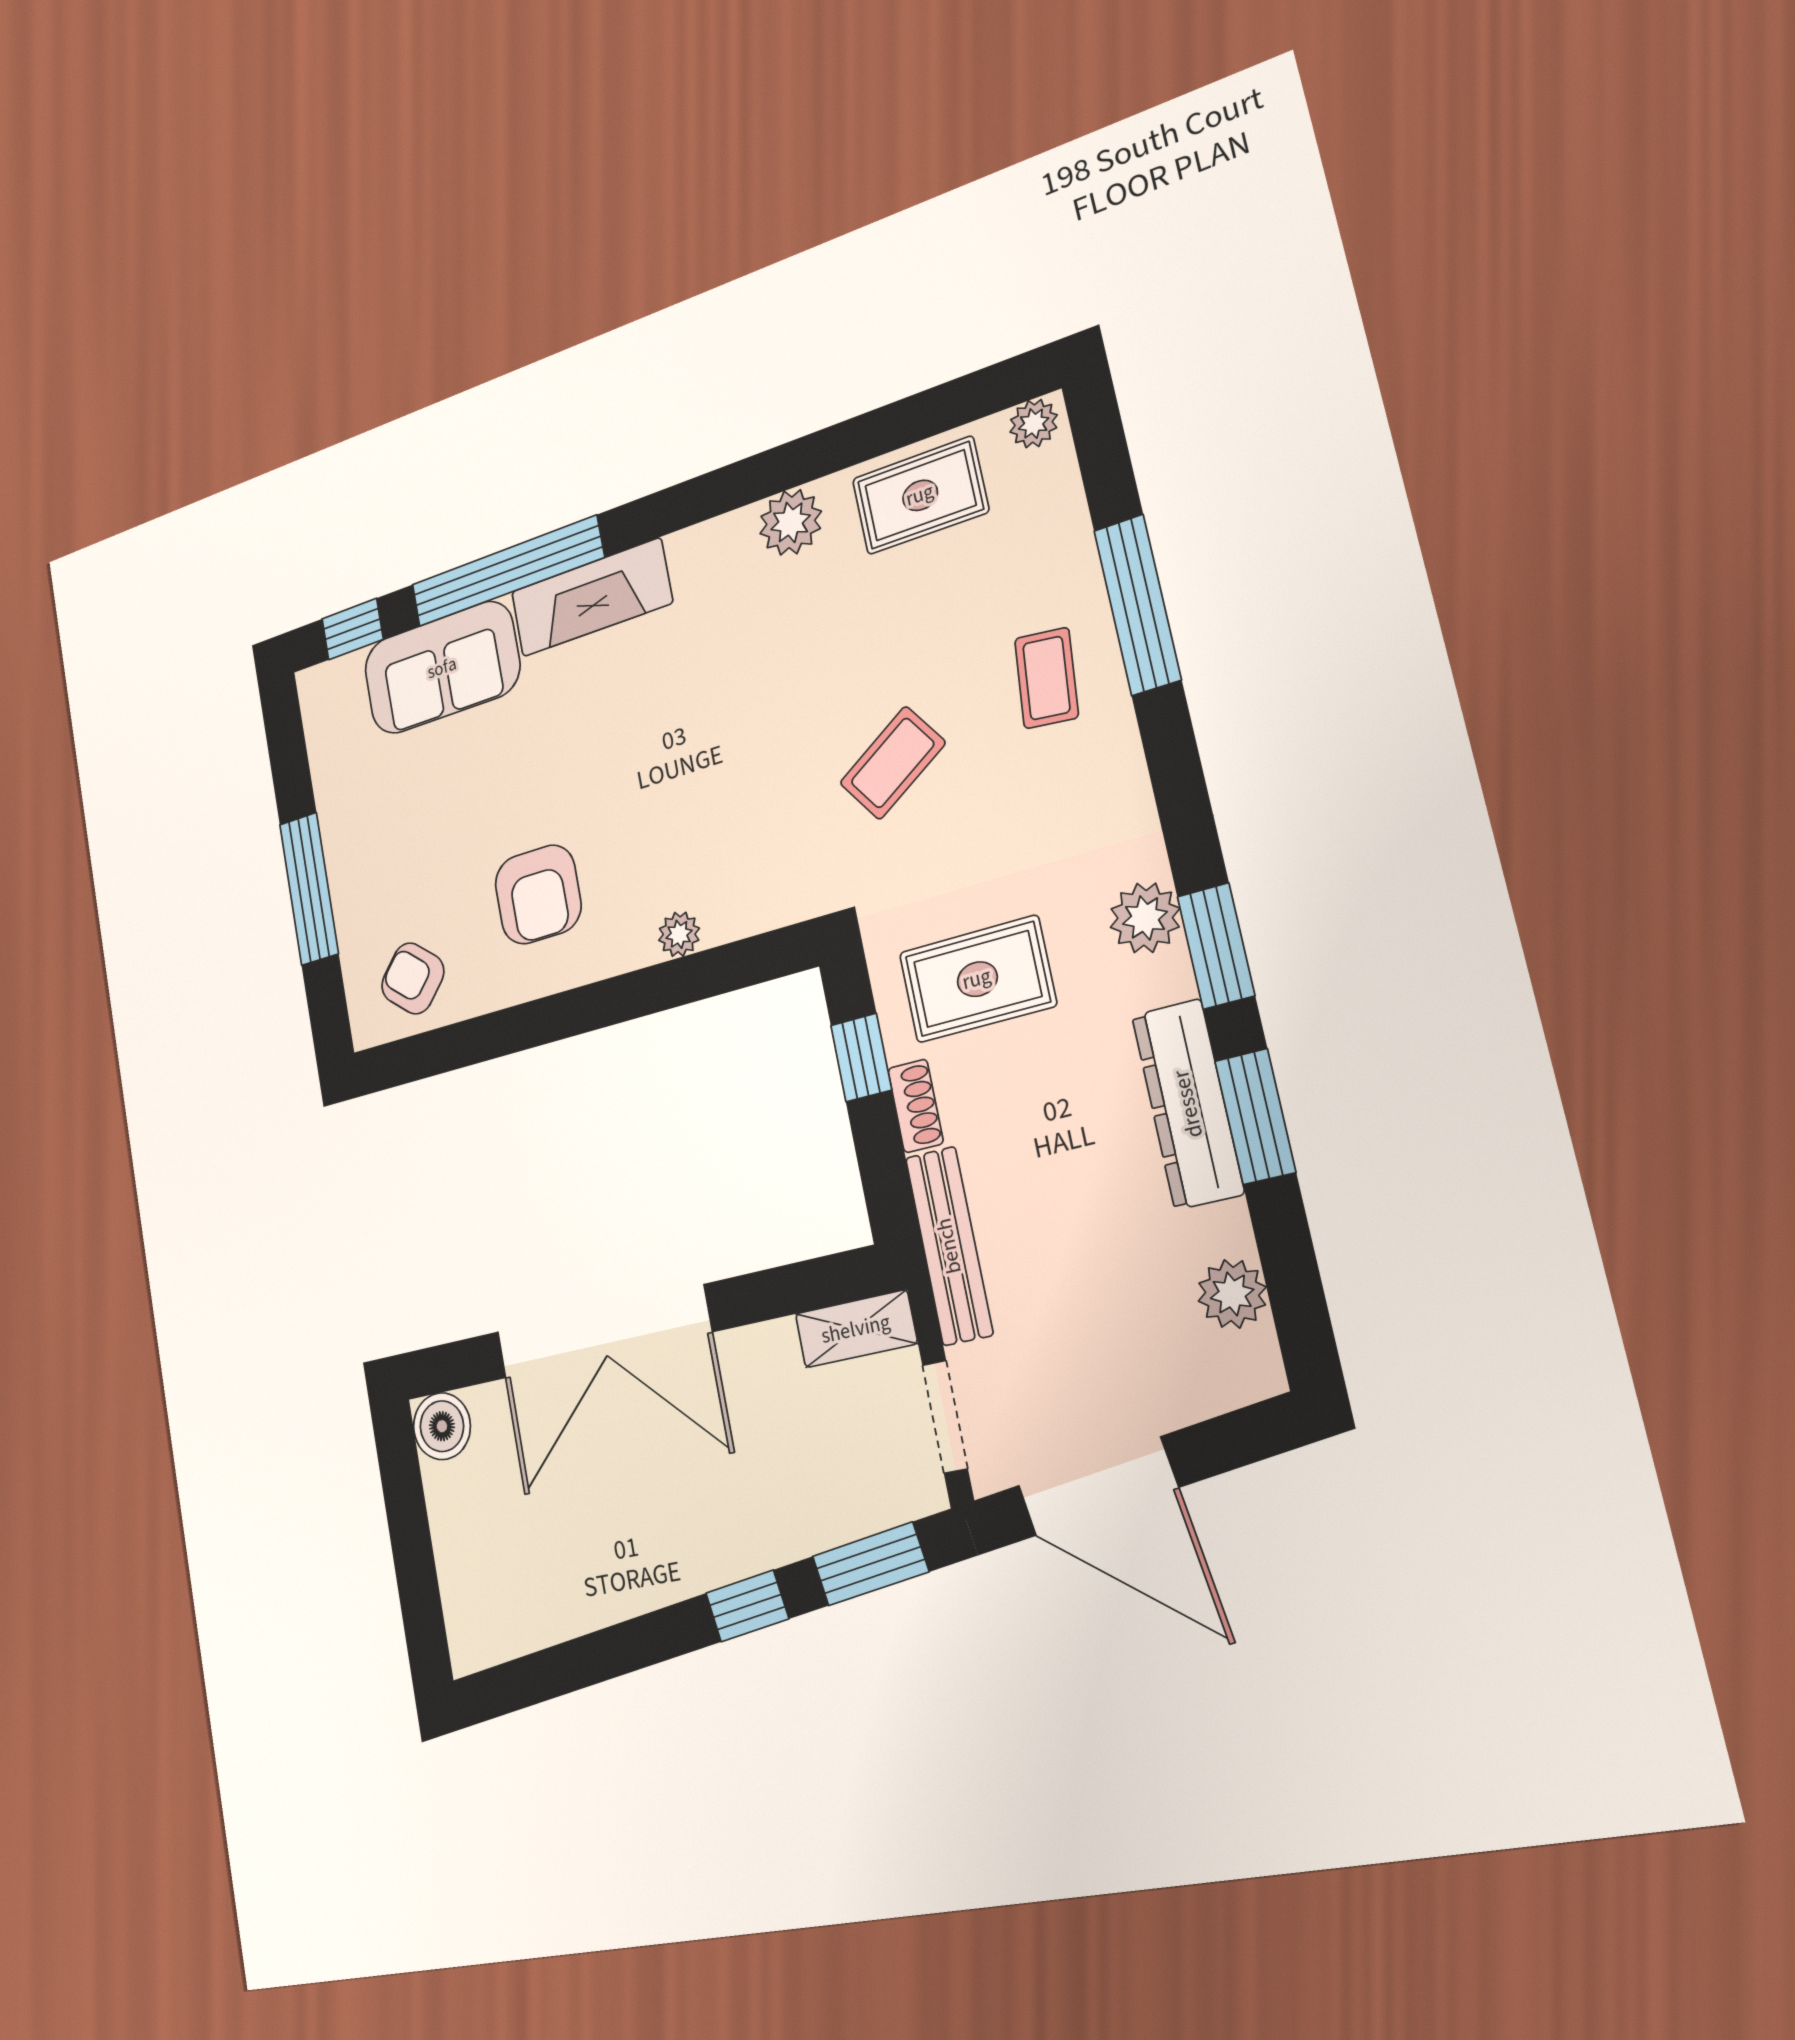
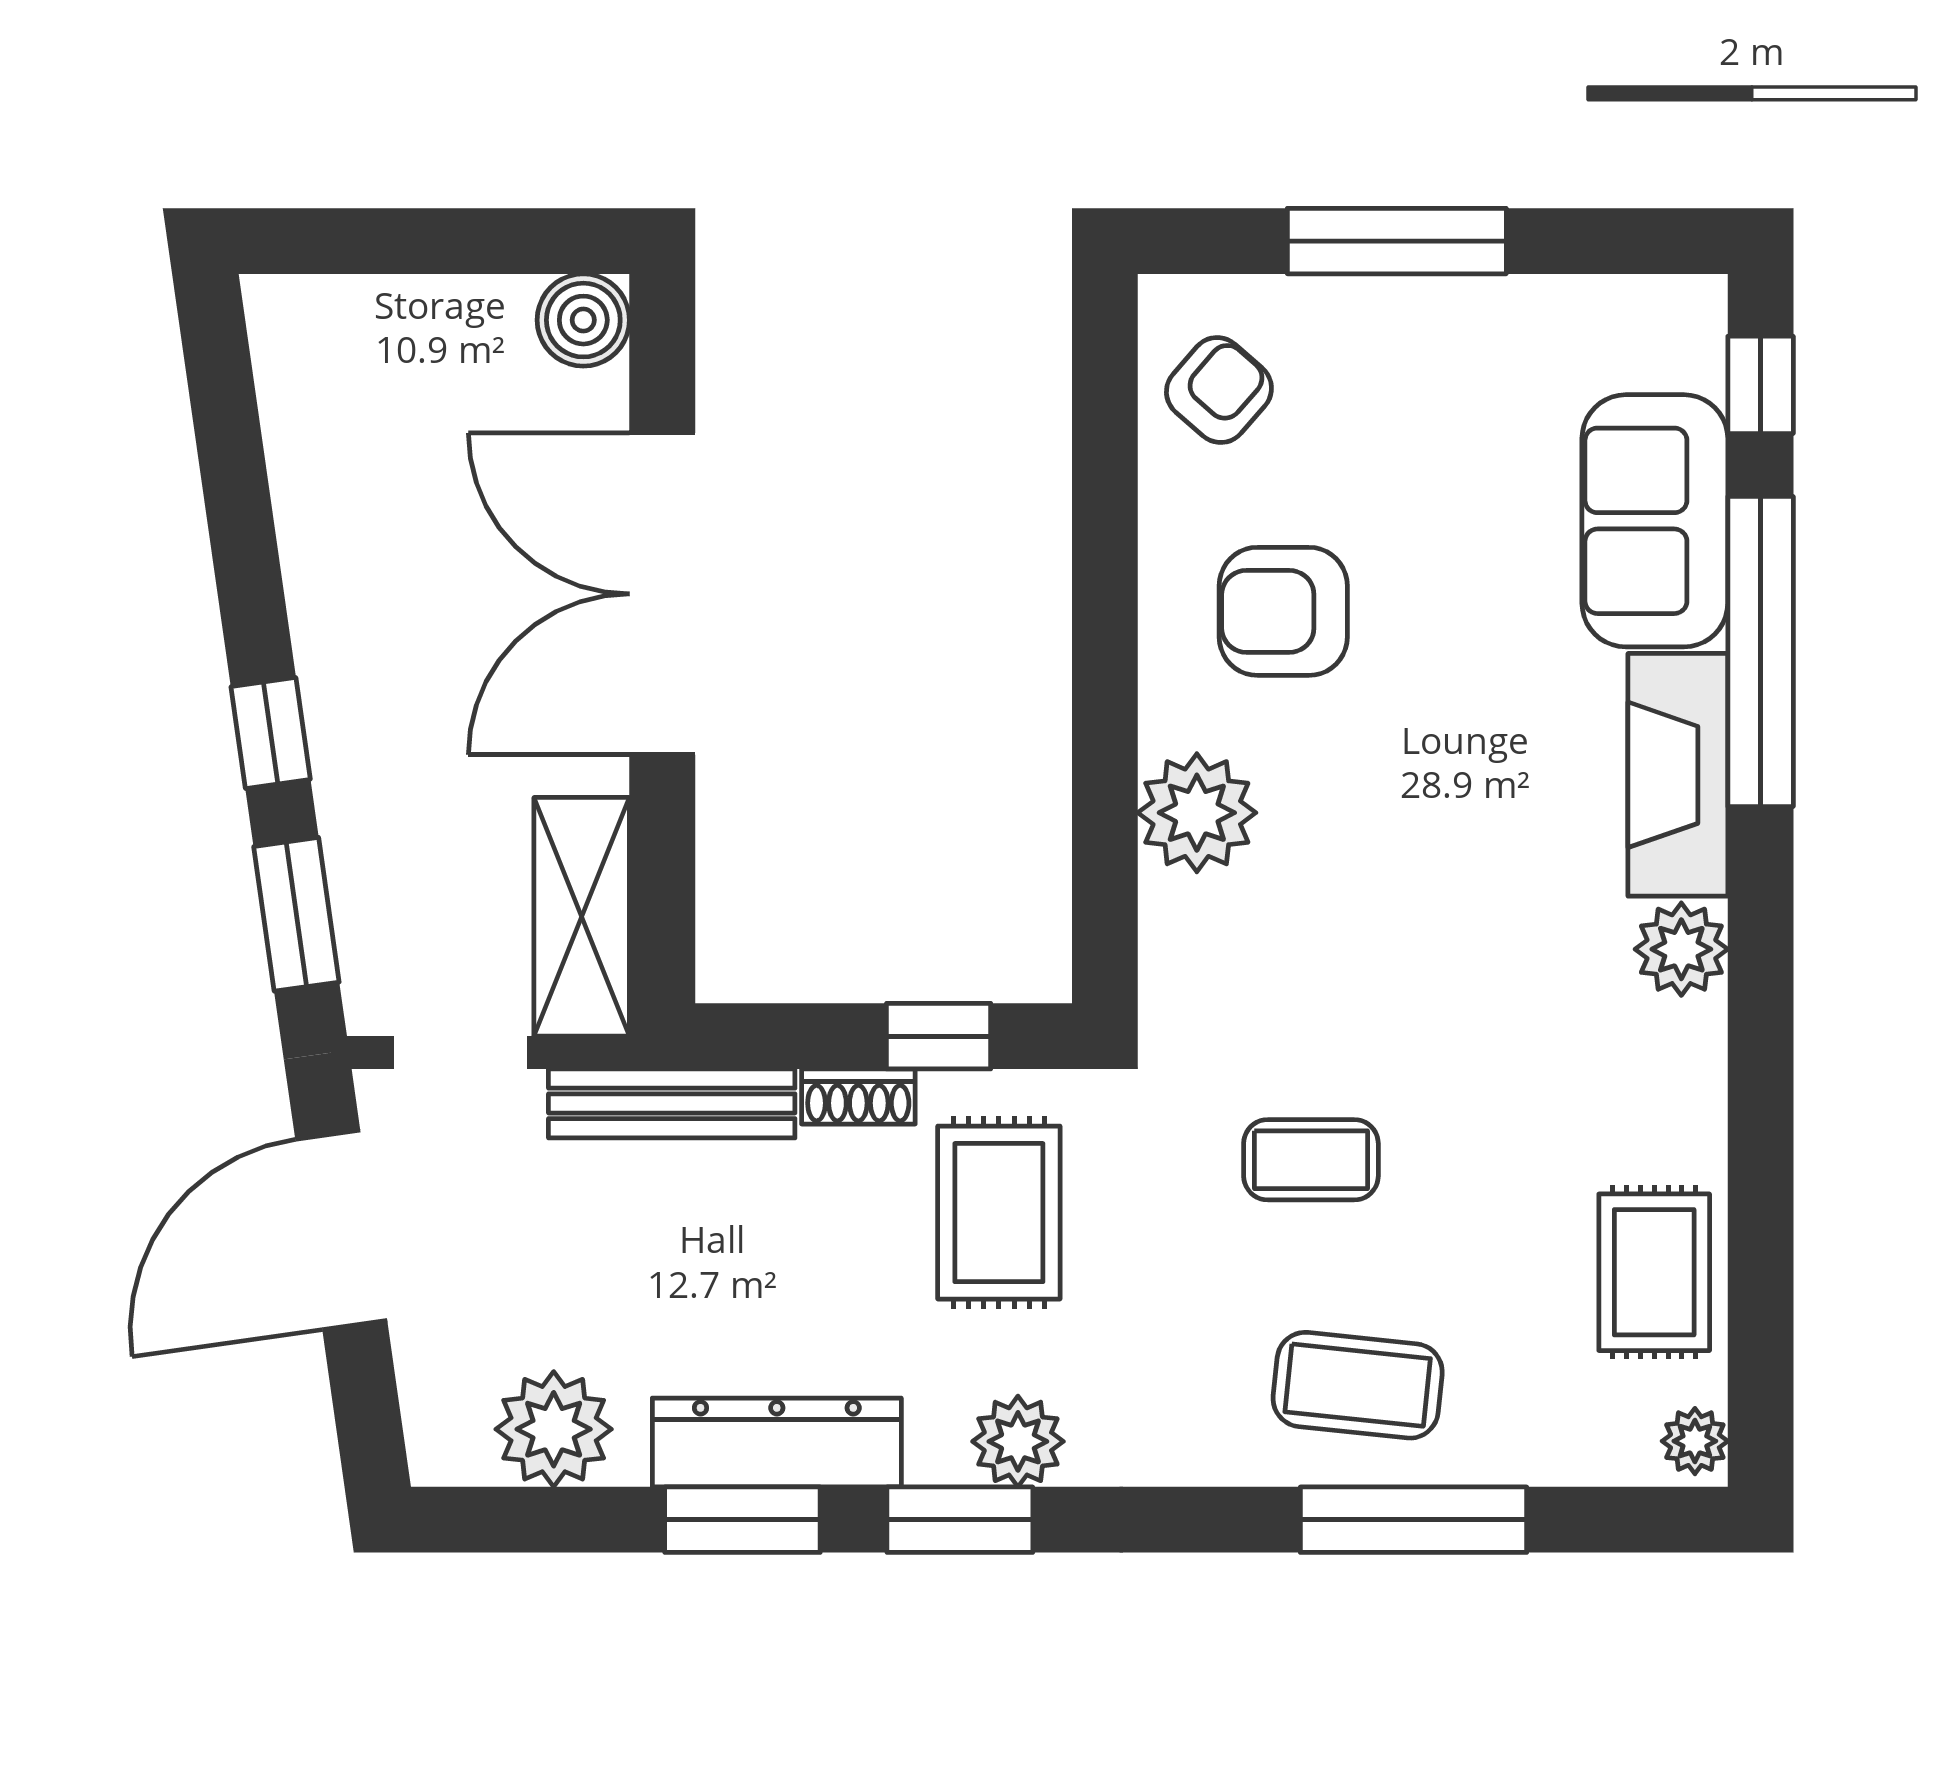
plant: (791, 522) -> (1681, 949), moved
coffee table: (1047, 678) -> (1358, 1385), width x1.36, depth x1.30
coffee table: (893, 763) -> (1311, 1160), turned -56
plant: (679, 934) -> (1197, 813), width x1.87, depth x1.87
plant: (1232, 1294) -> (554, 1429), width x1.36, depth x1.36
shelving: (856, 1329) -> (582, 917), width x1.50, depth x1.33

